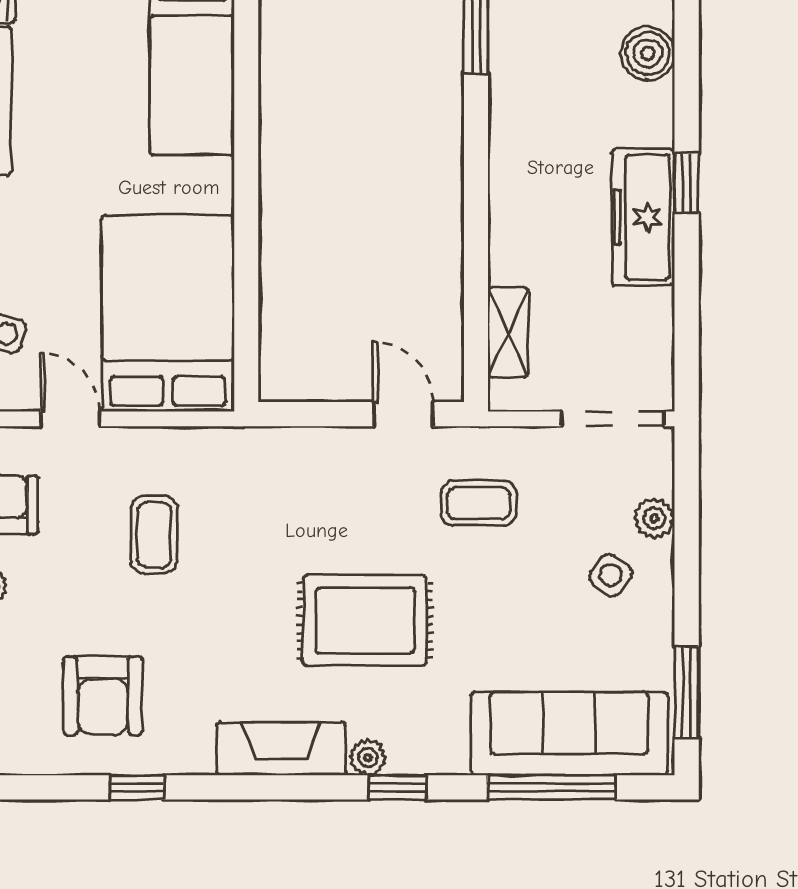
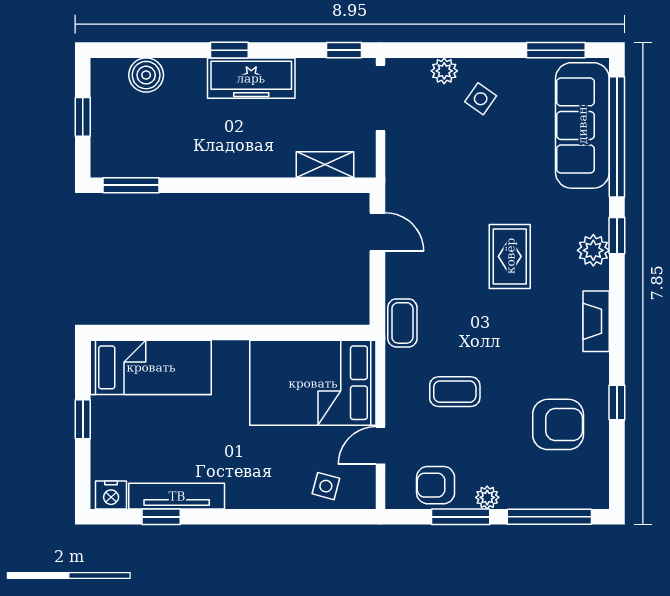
window: (687, 362) -> (344, 50), added
door: (403, 414) -> (377, 232), swing flipped
coffee table: (479, 503) -> (402, 323), moved
rug: (365, 620) -> (510, 256), width x0.73, depth x0.70
fireplace: (281, 749) -> (596, 321), width x0.73, depth x0.76
plant: (368, 757) -> (593, 250), width x1.38, depth x1.38
window: (551, 787) -> (617, 137), width x1.46

